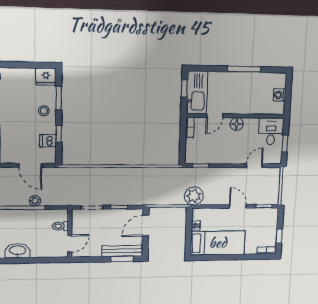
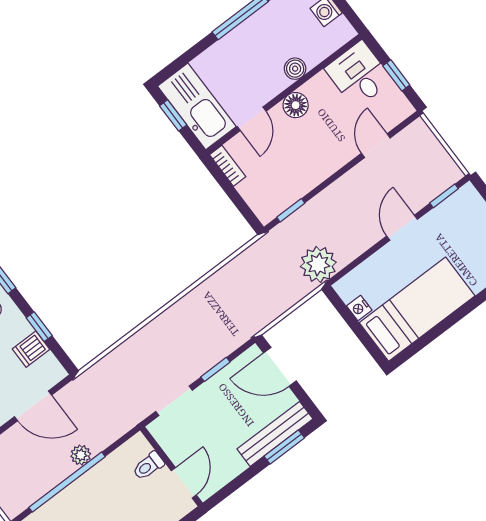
boiler: (248, 109) -> (295, 69), added
door: (238, 206) -> (402, 228), hinge flipped
door: (146, 226) -> (280, 367), hinge flipped

